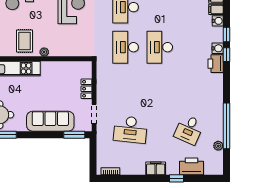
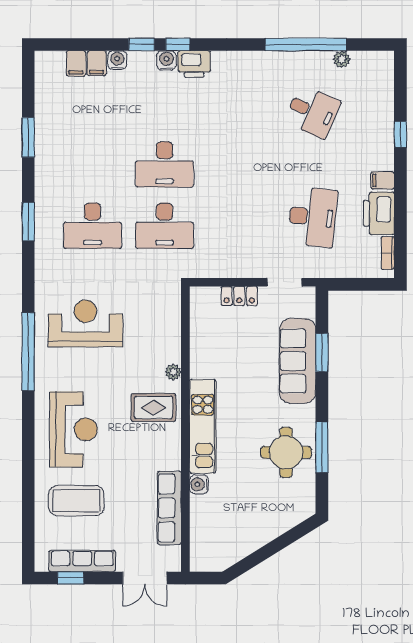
window: (74, 135) -> (322, 353), moved
printer: (191, 166) -> (379, 213), moved
filing cabinet: (156, 168) -> (383, 180), width x0.50

